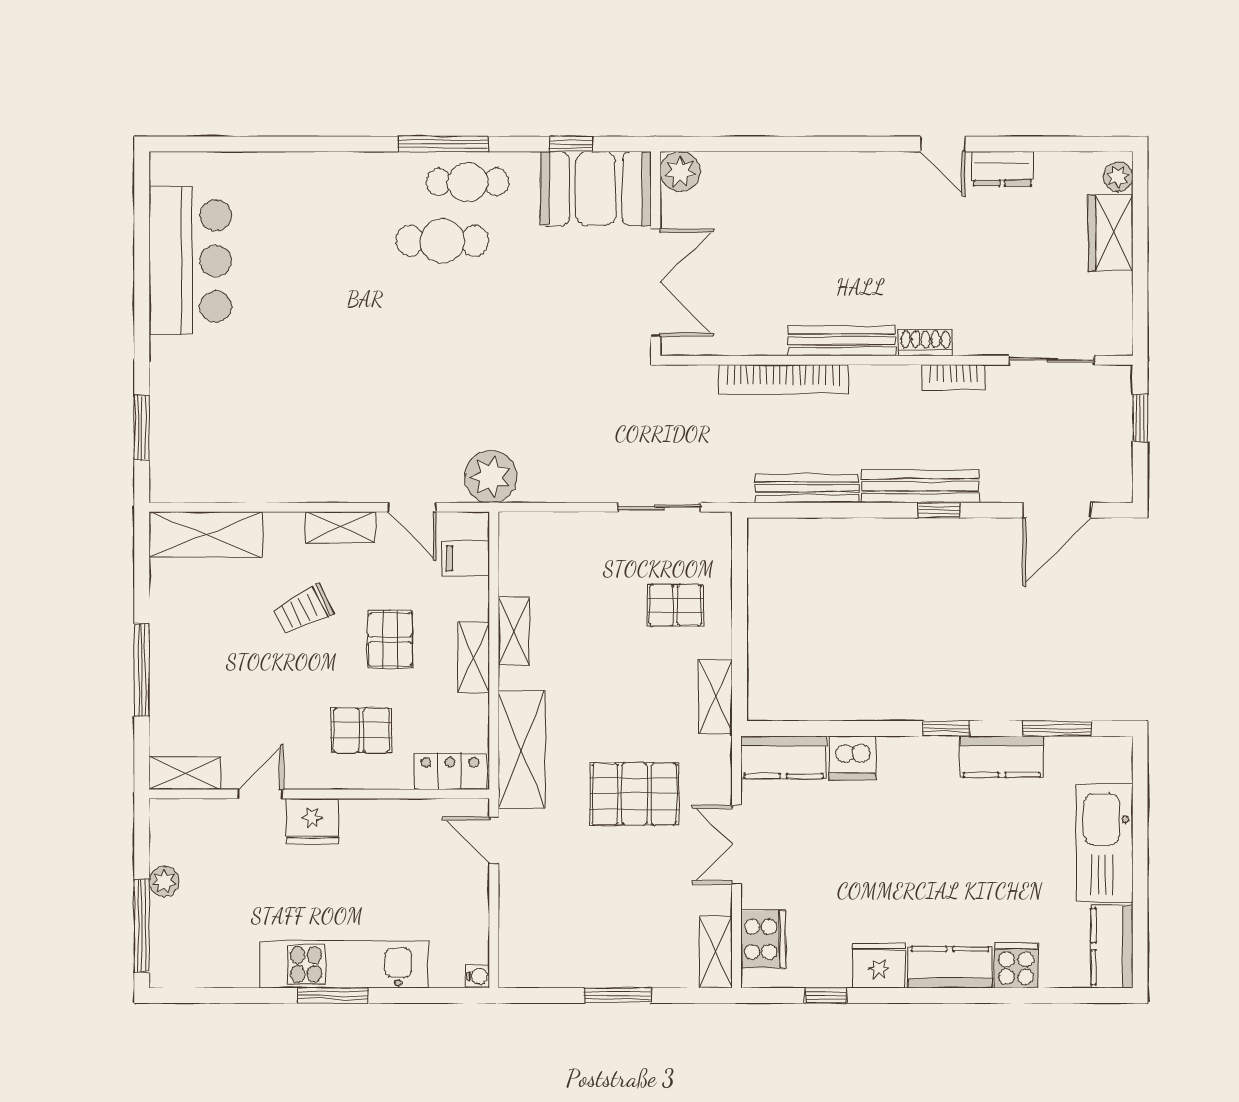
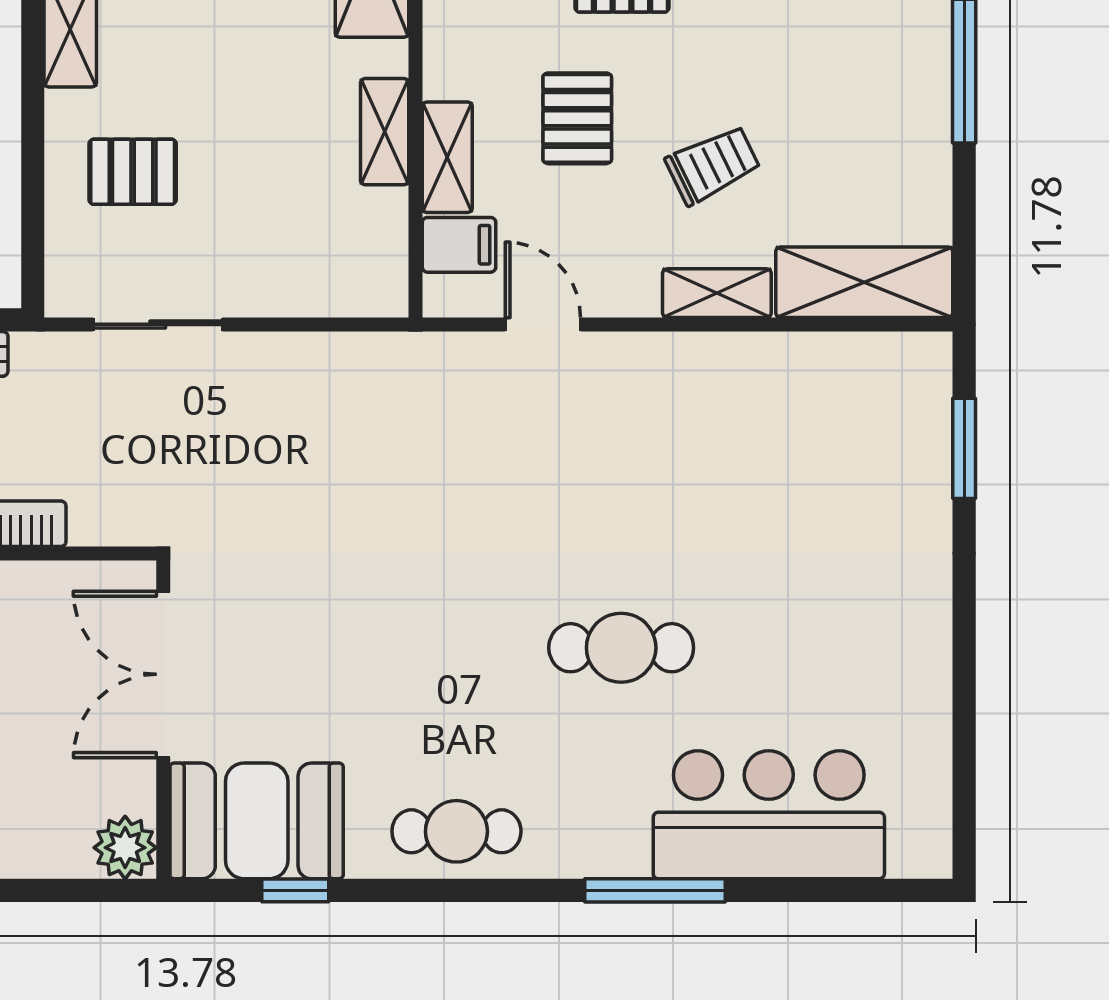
window: (443, 144) -> (655, 890), moved
cafe table: (442, 241) -> (621, 648), moved
bar counter: (190, 261) -> (769, 815), moved, turned 90
plant: (491, 477) -> (420, 372), removed
shelving: (340, 527) -> (717, 293), moved
shelving: (473, 657) -> (447, 157), moved

